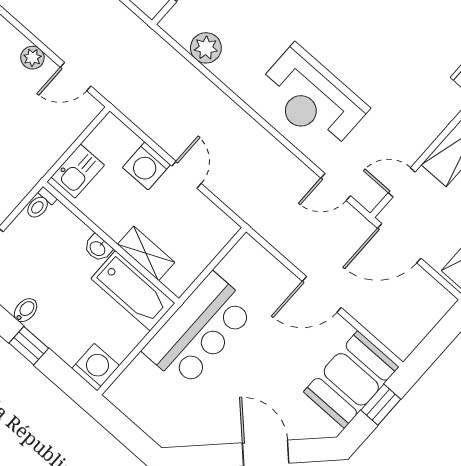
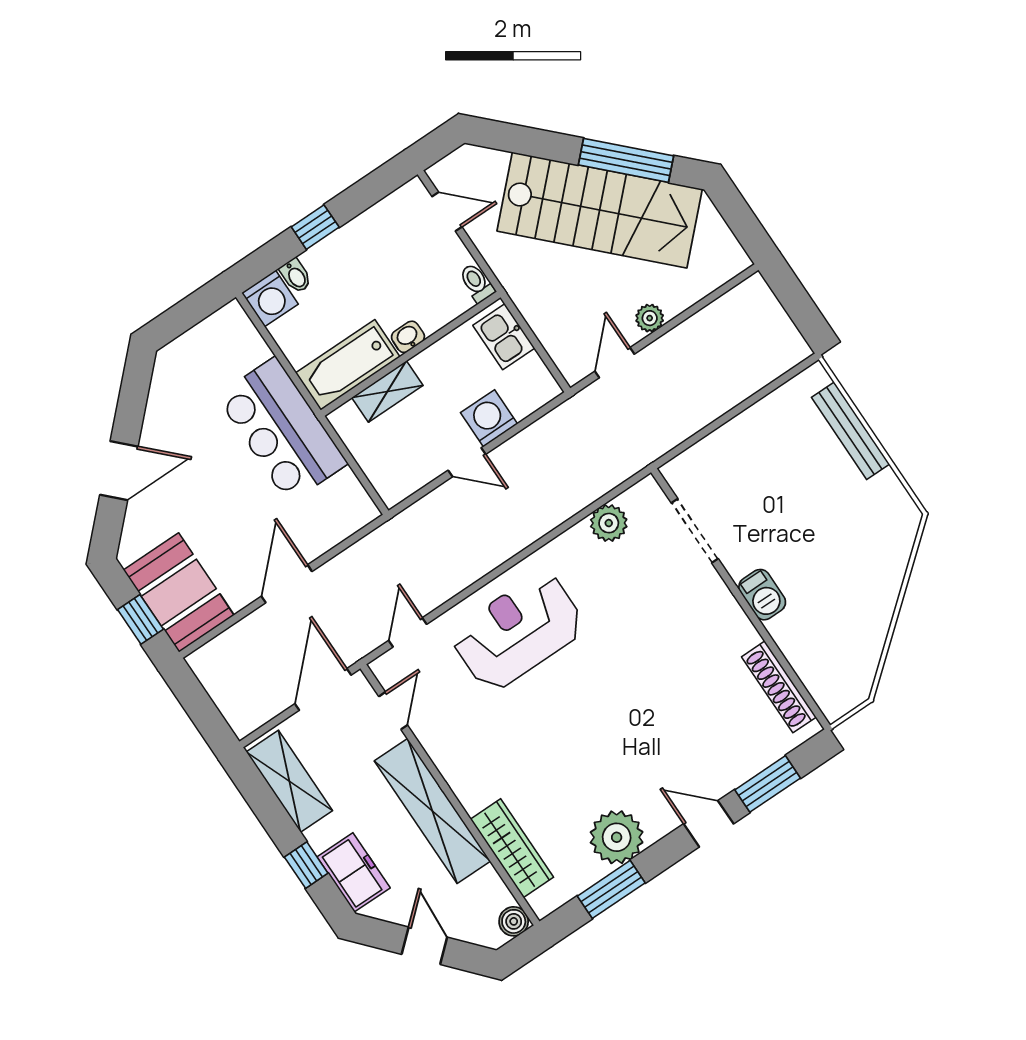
bidet: (26, 310) -> (296, 276), moved

